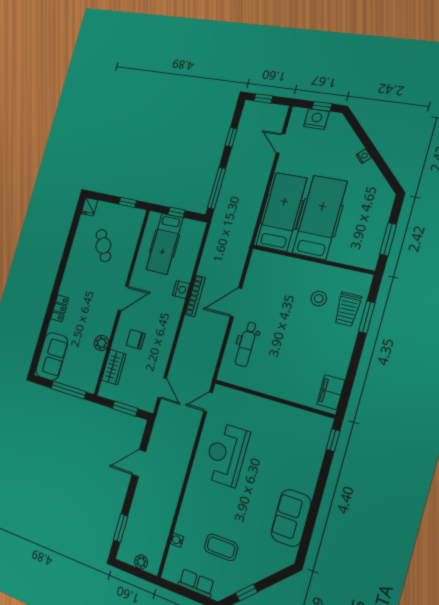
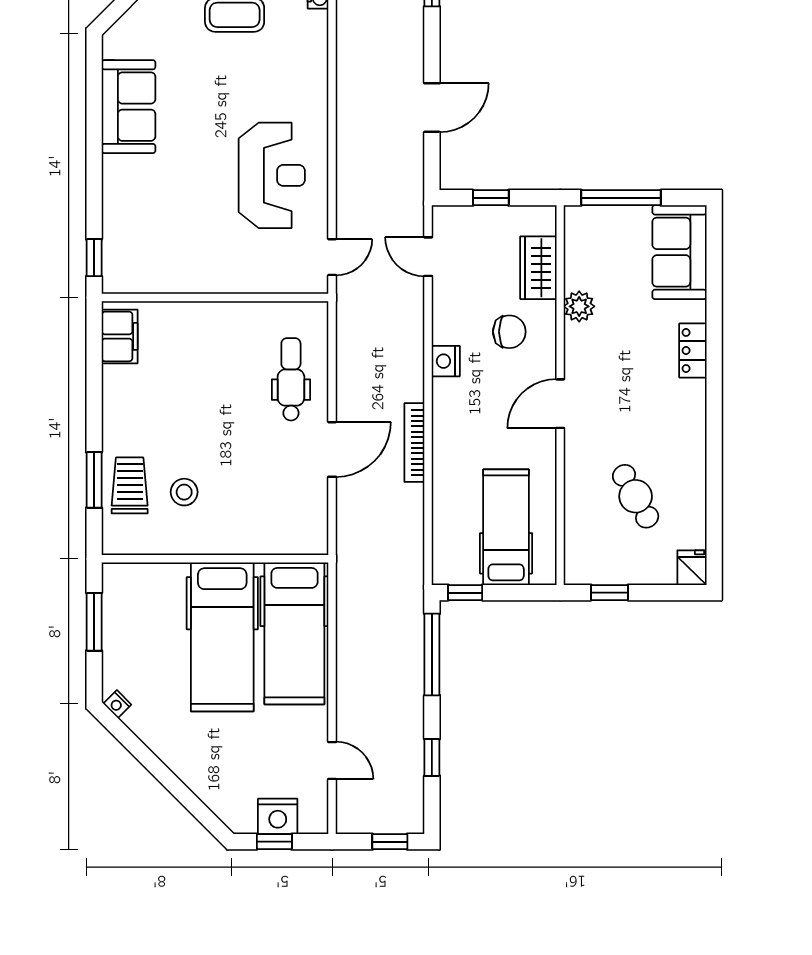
nightstand: (364, 156) -> (117, 704), moved
window: (176, 212) -> (465, 593), moved
nightstand: (181, 290) -> (446, 361), moved
window: (125, 409) -> (491, 198), width x0.67

